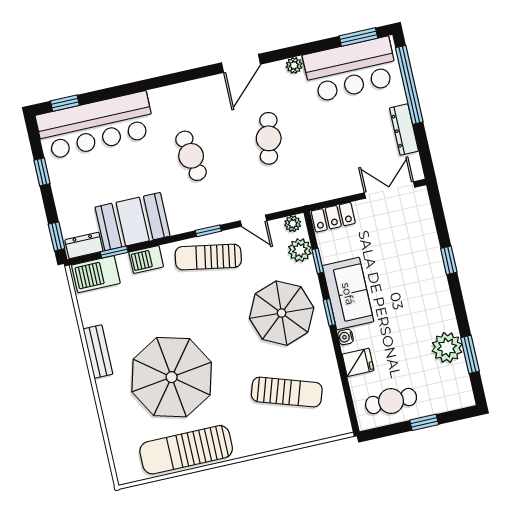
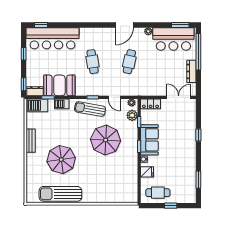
parasol: (282, 313) -> (106, 140), moved
plant: (447, 348) -> (189, 174), removed
parasol: (172, 377) -> (61, 160), width x0.73, depth x0.73
sun lounger: (287, 392) -> (112, 178), removed

